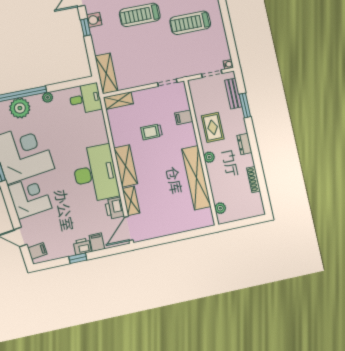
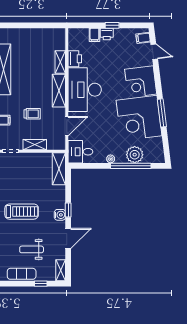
shelving: (118, 101) -> (35, 145), moved
door: (129, 229) -> (67, 126), moved

